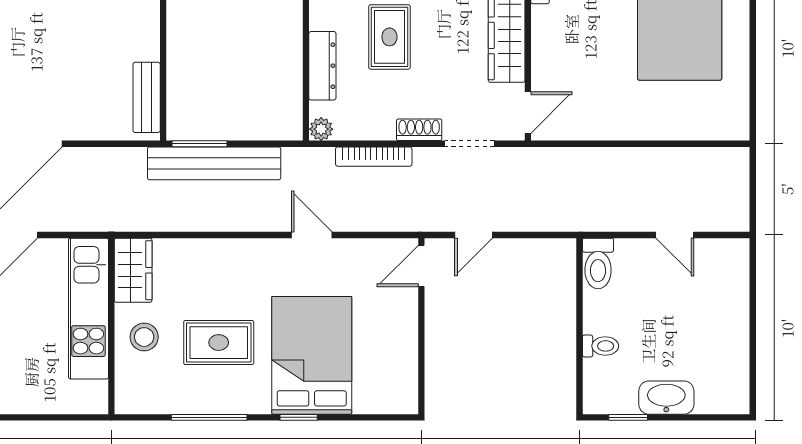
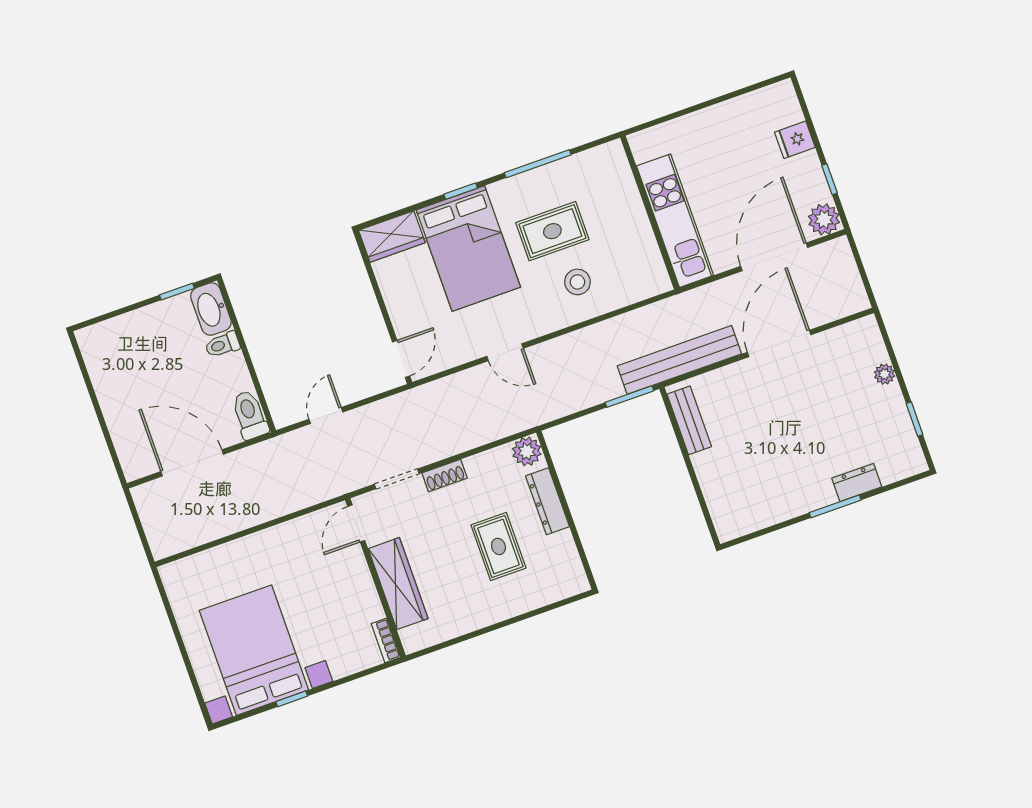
plant: (321, 129) -> (527, 451), width x1.38, depth x1.38
bookcase: (374, 157) -> (476, 439), removed
bench: (214, 163) -> (679, 360), moved
door: (474, 235) -> (326, 416), moved
door: (675, 235) -> (192, 463), width x1.88
wardrobe: (133, 270) -> (392, 236), moved, turned -90
stool: (144, 337) -> (577, 282), moved
washbasin: (666, 398) -> (211, 309), moved, turned 90

